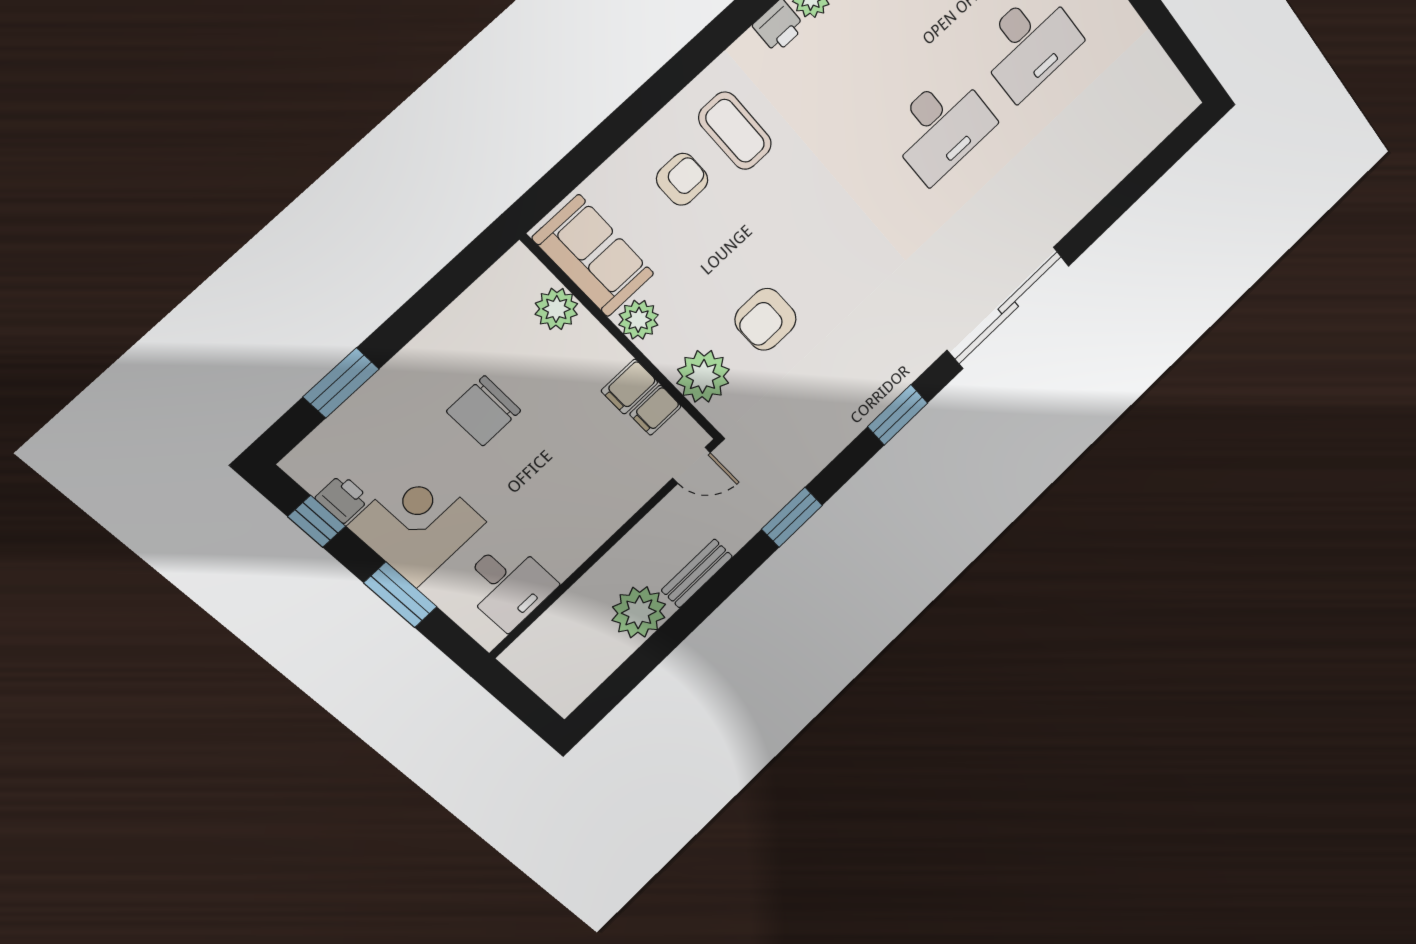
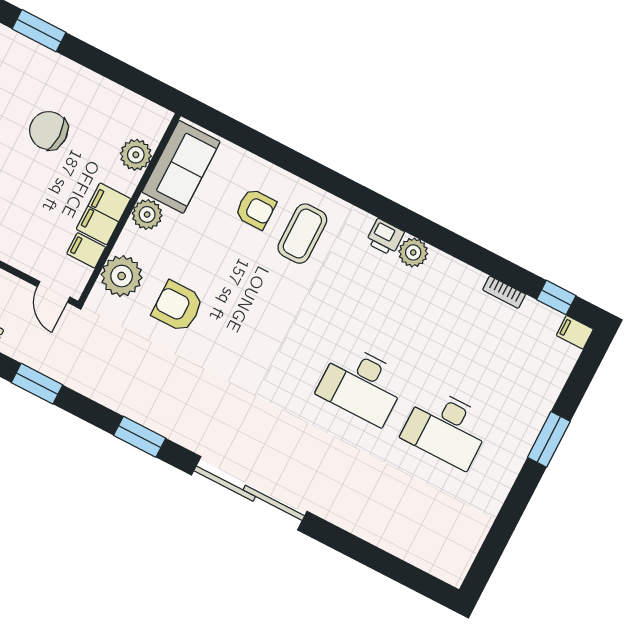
filing cabinet: (630, 387) -> (103, 214), width x2.00

